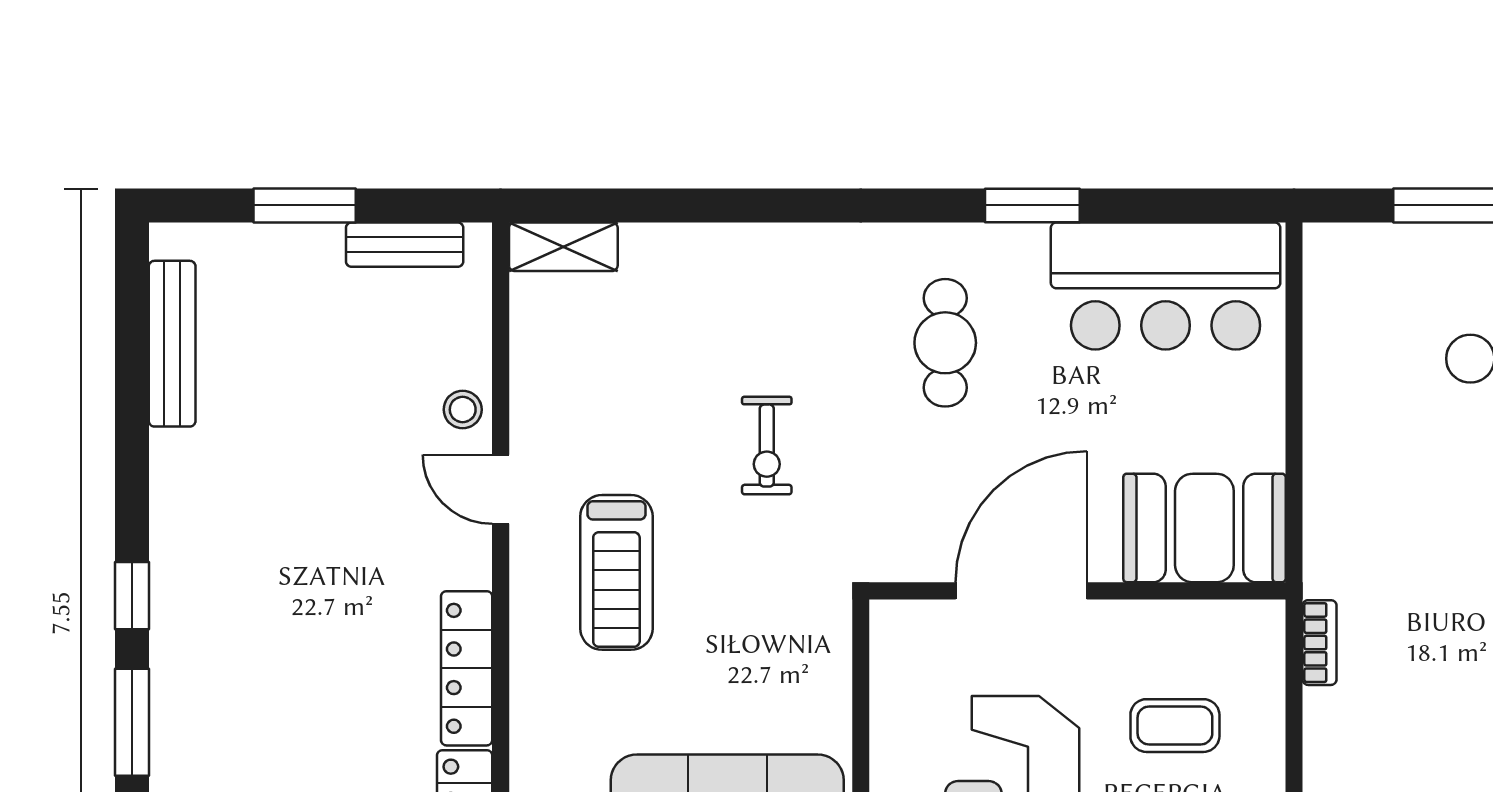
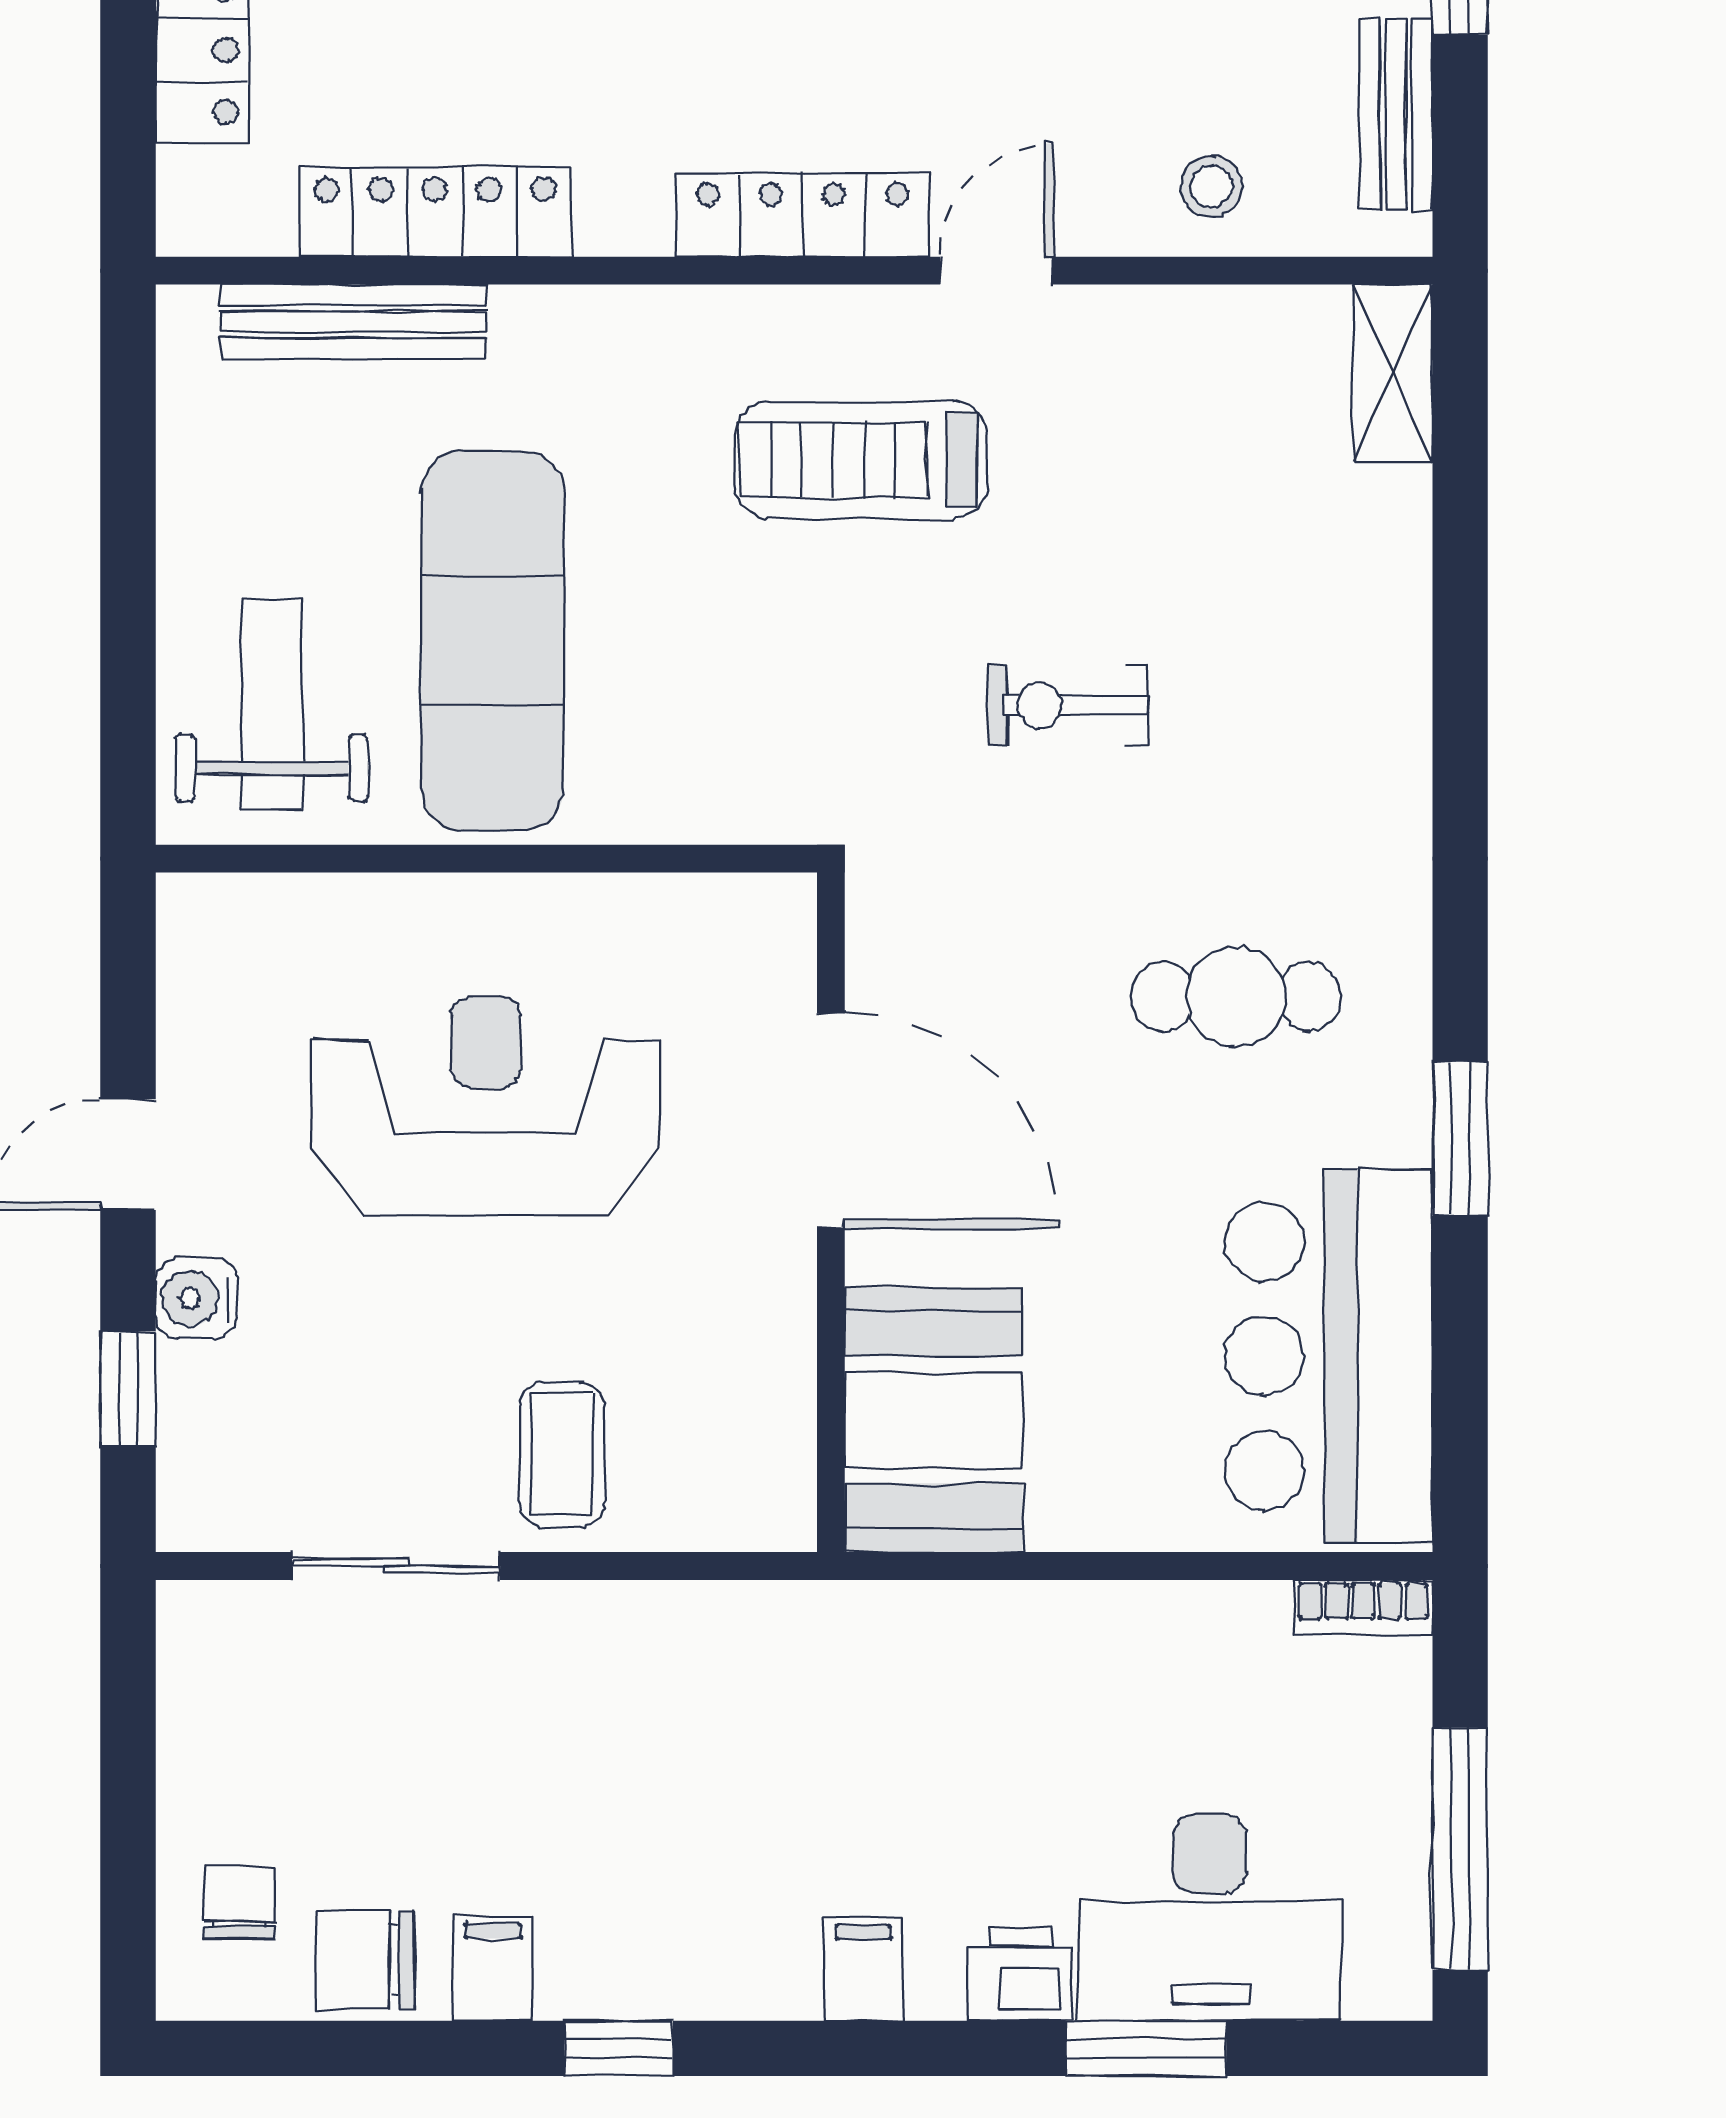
stool: (463, 410) -> (1211, 187), moved
bookcase: (1319, 643) -> (1363, 1608), moved
locker: (467, 668) -> (802, 215), moved
coffee table: (1175, 726) -> (562, 1454), moved

